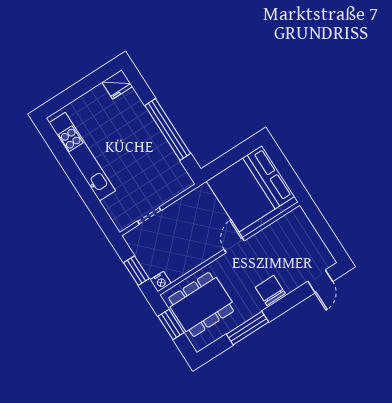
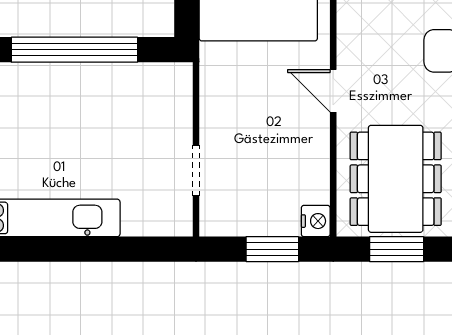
door: (234, 245) -> (333, 91), moved

